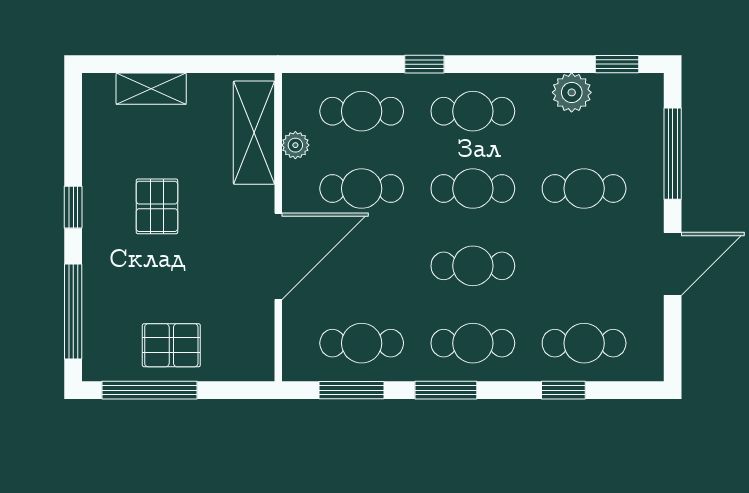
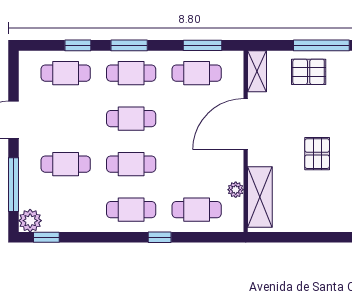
shelving: (151, 89) -> (257, 71), moved, turned 90
plant: (572, 92) -> (30, 221), moved
cafe table: (362, 189) -> (197, 164), removed
window: (446, 390) -> (129, 45), moved

